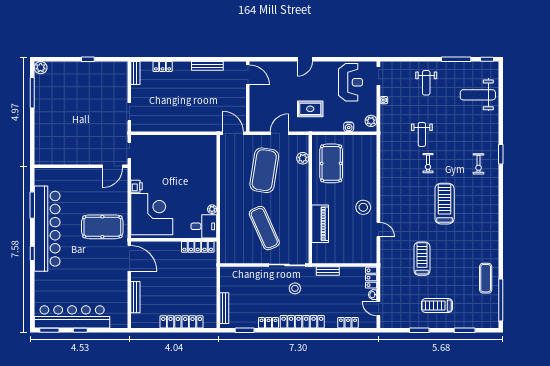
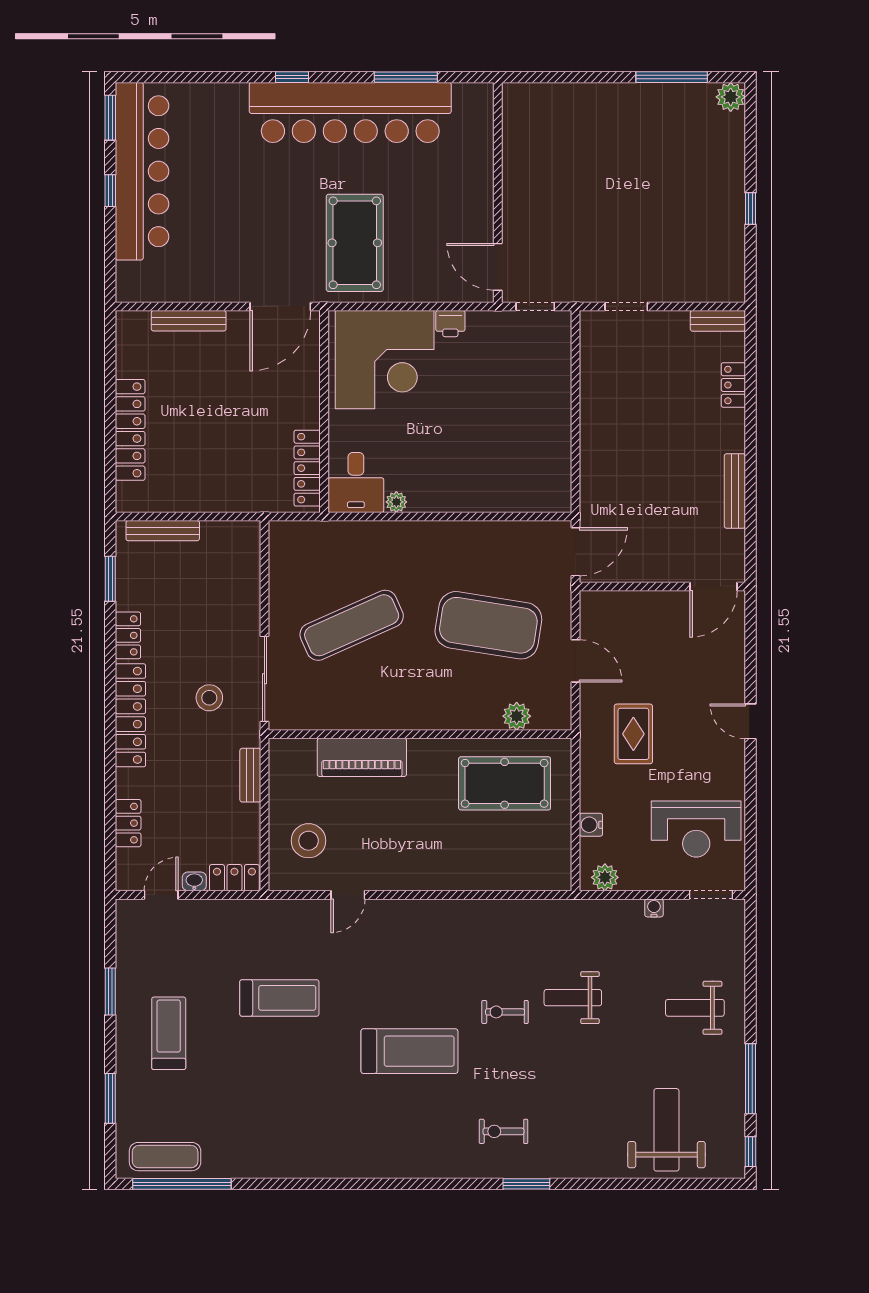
stool: (363, 207) -> (309, 841), moved
exercise mat: (486, 278) -> (165, 1157), moved

